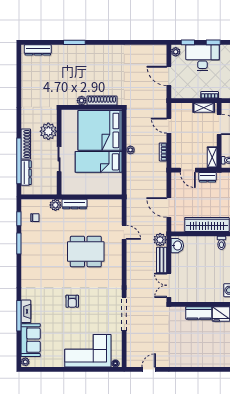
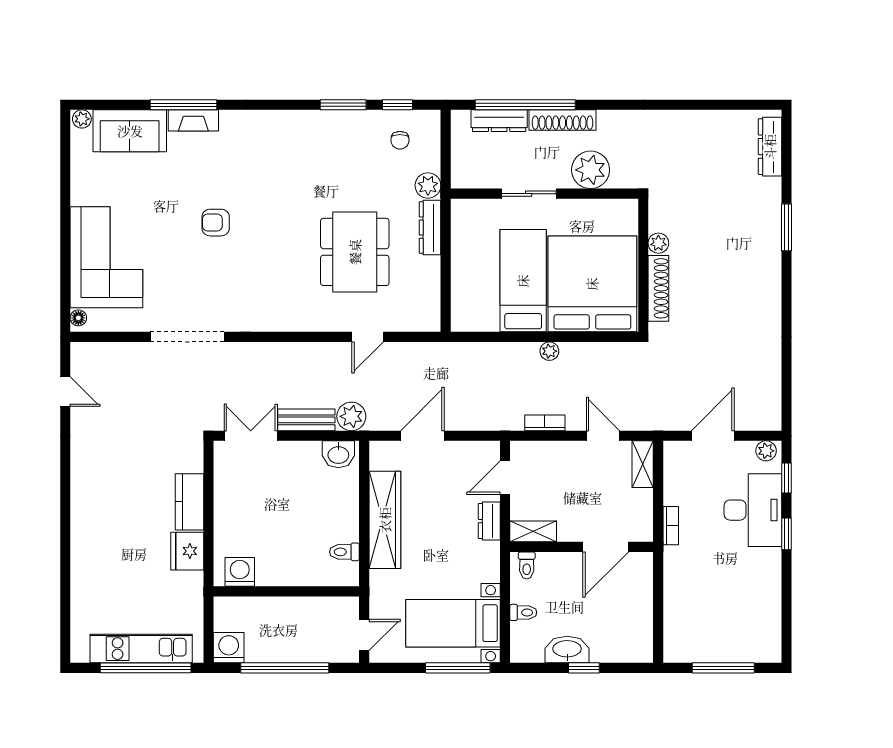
shelving: (204, 108) -> (643, 464), moved
door: (169, 126) -> (603, 436), hinge flipped
dining table: (86, 251) -> (355, 252), moved

